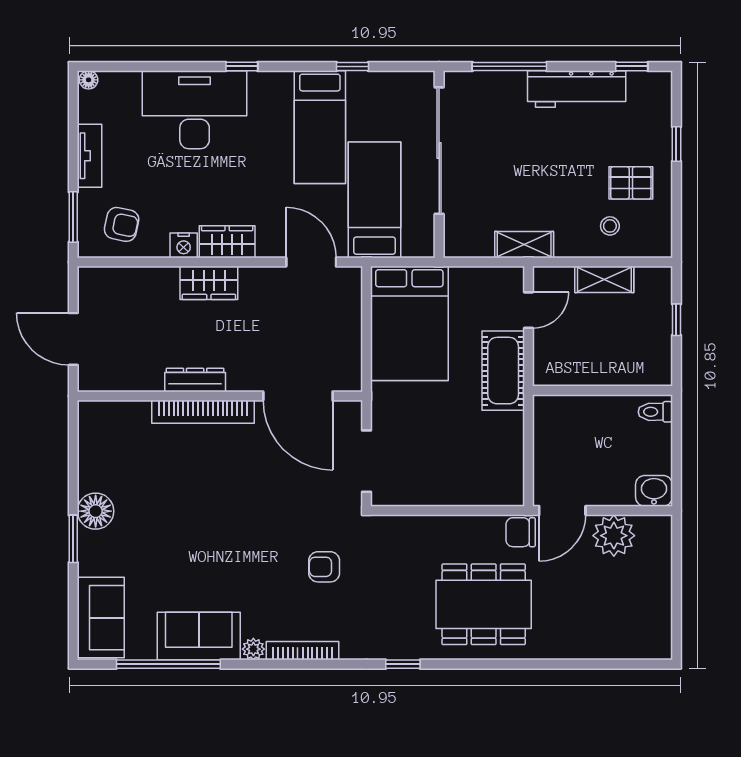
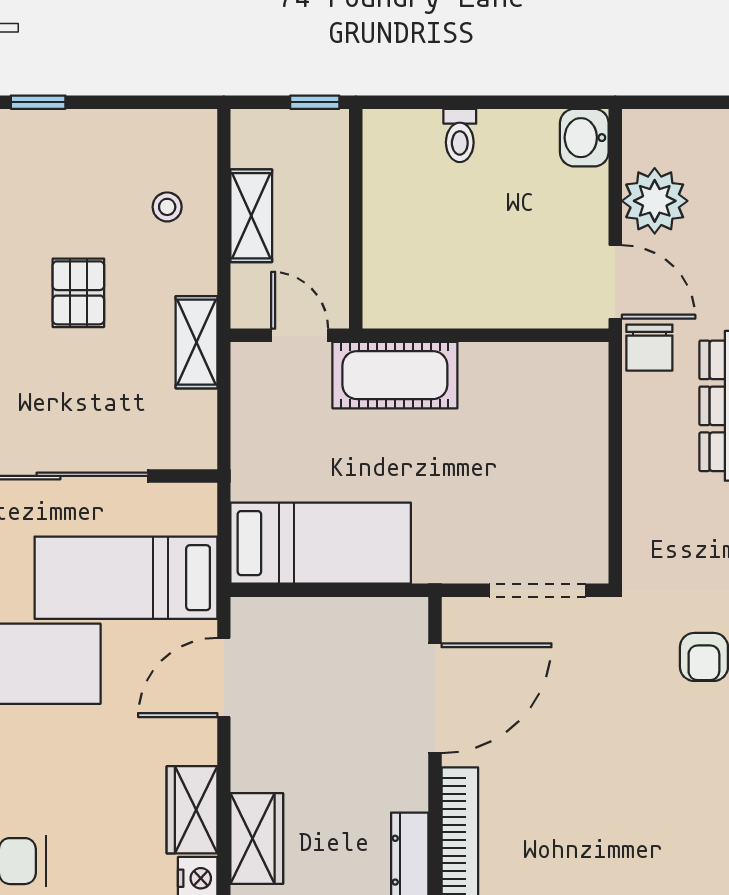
pallet: (631, 183) -> (78, 293), moved
bed: (409, 323) -> (321, 543), width x0.67
wall: (602, 390) -> (356, 219), moved

